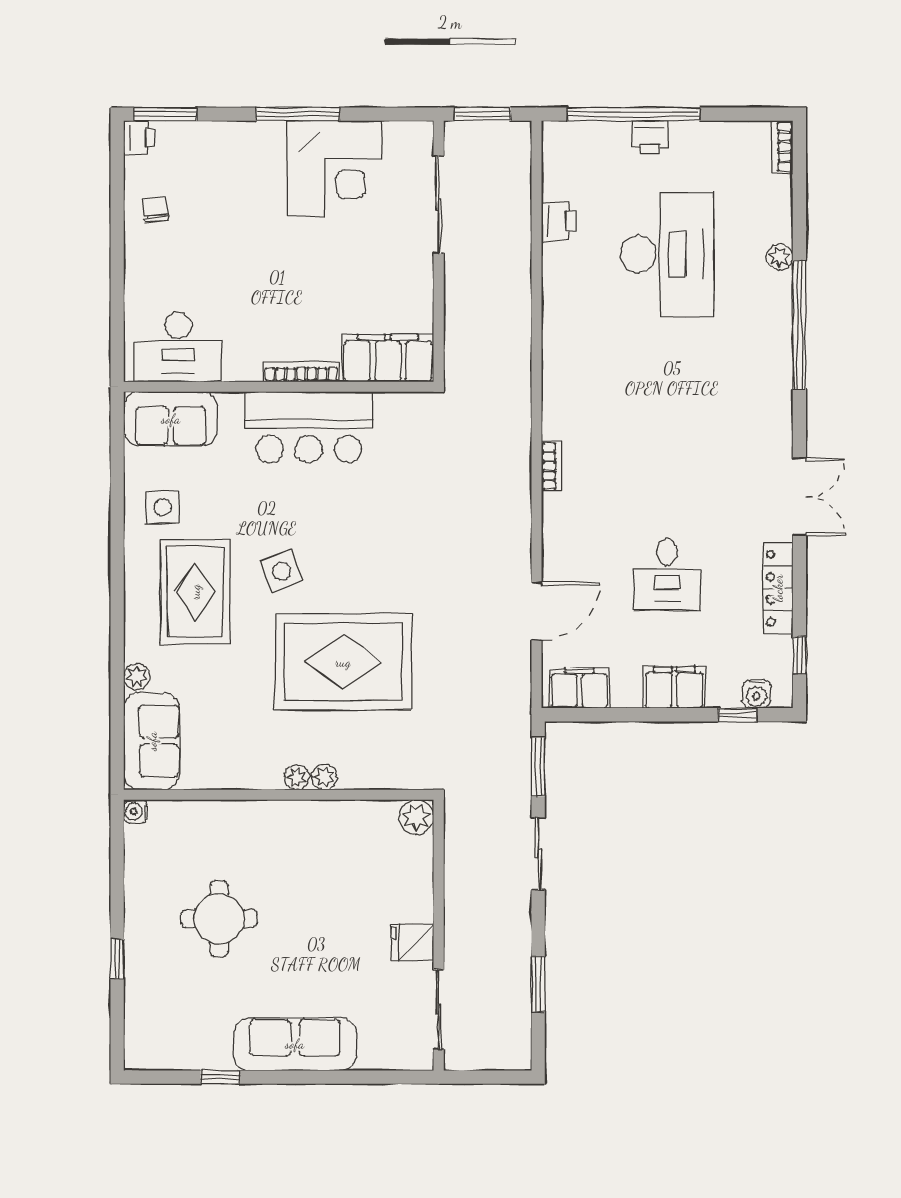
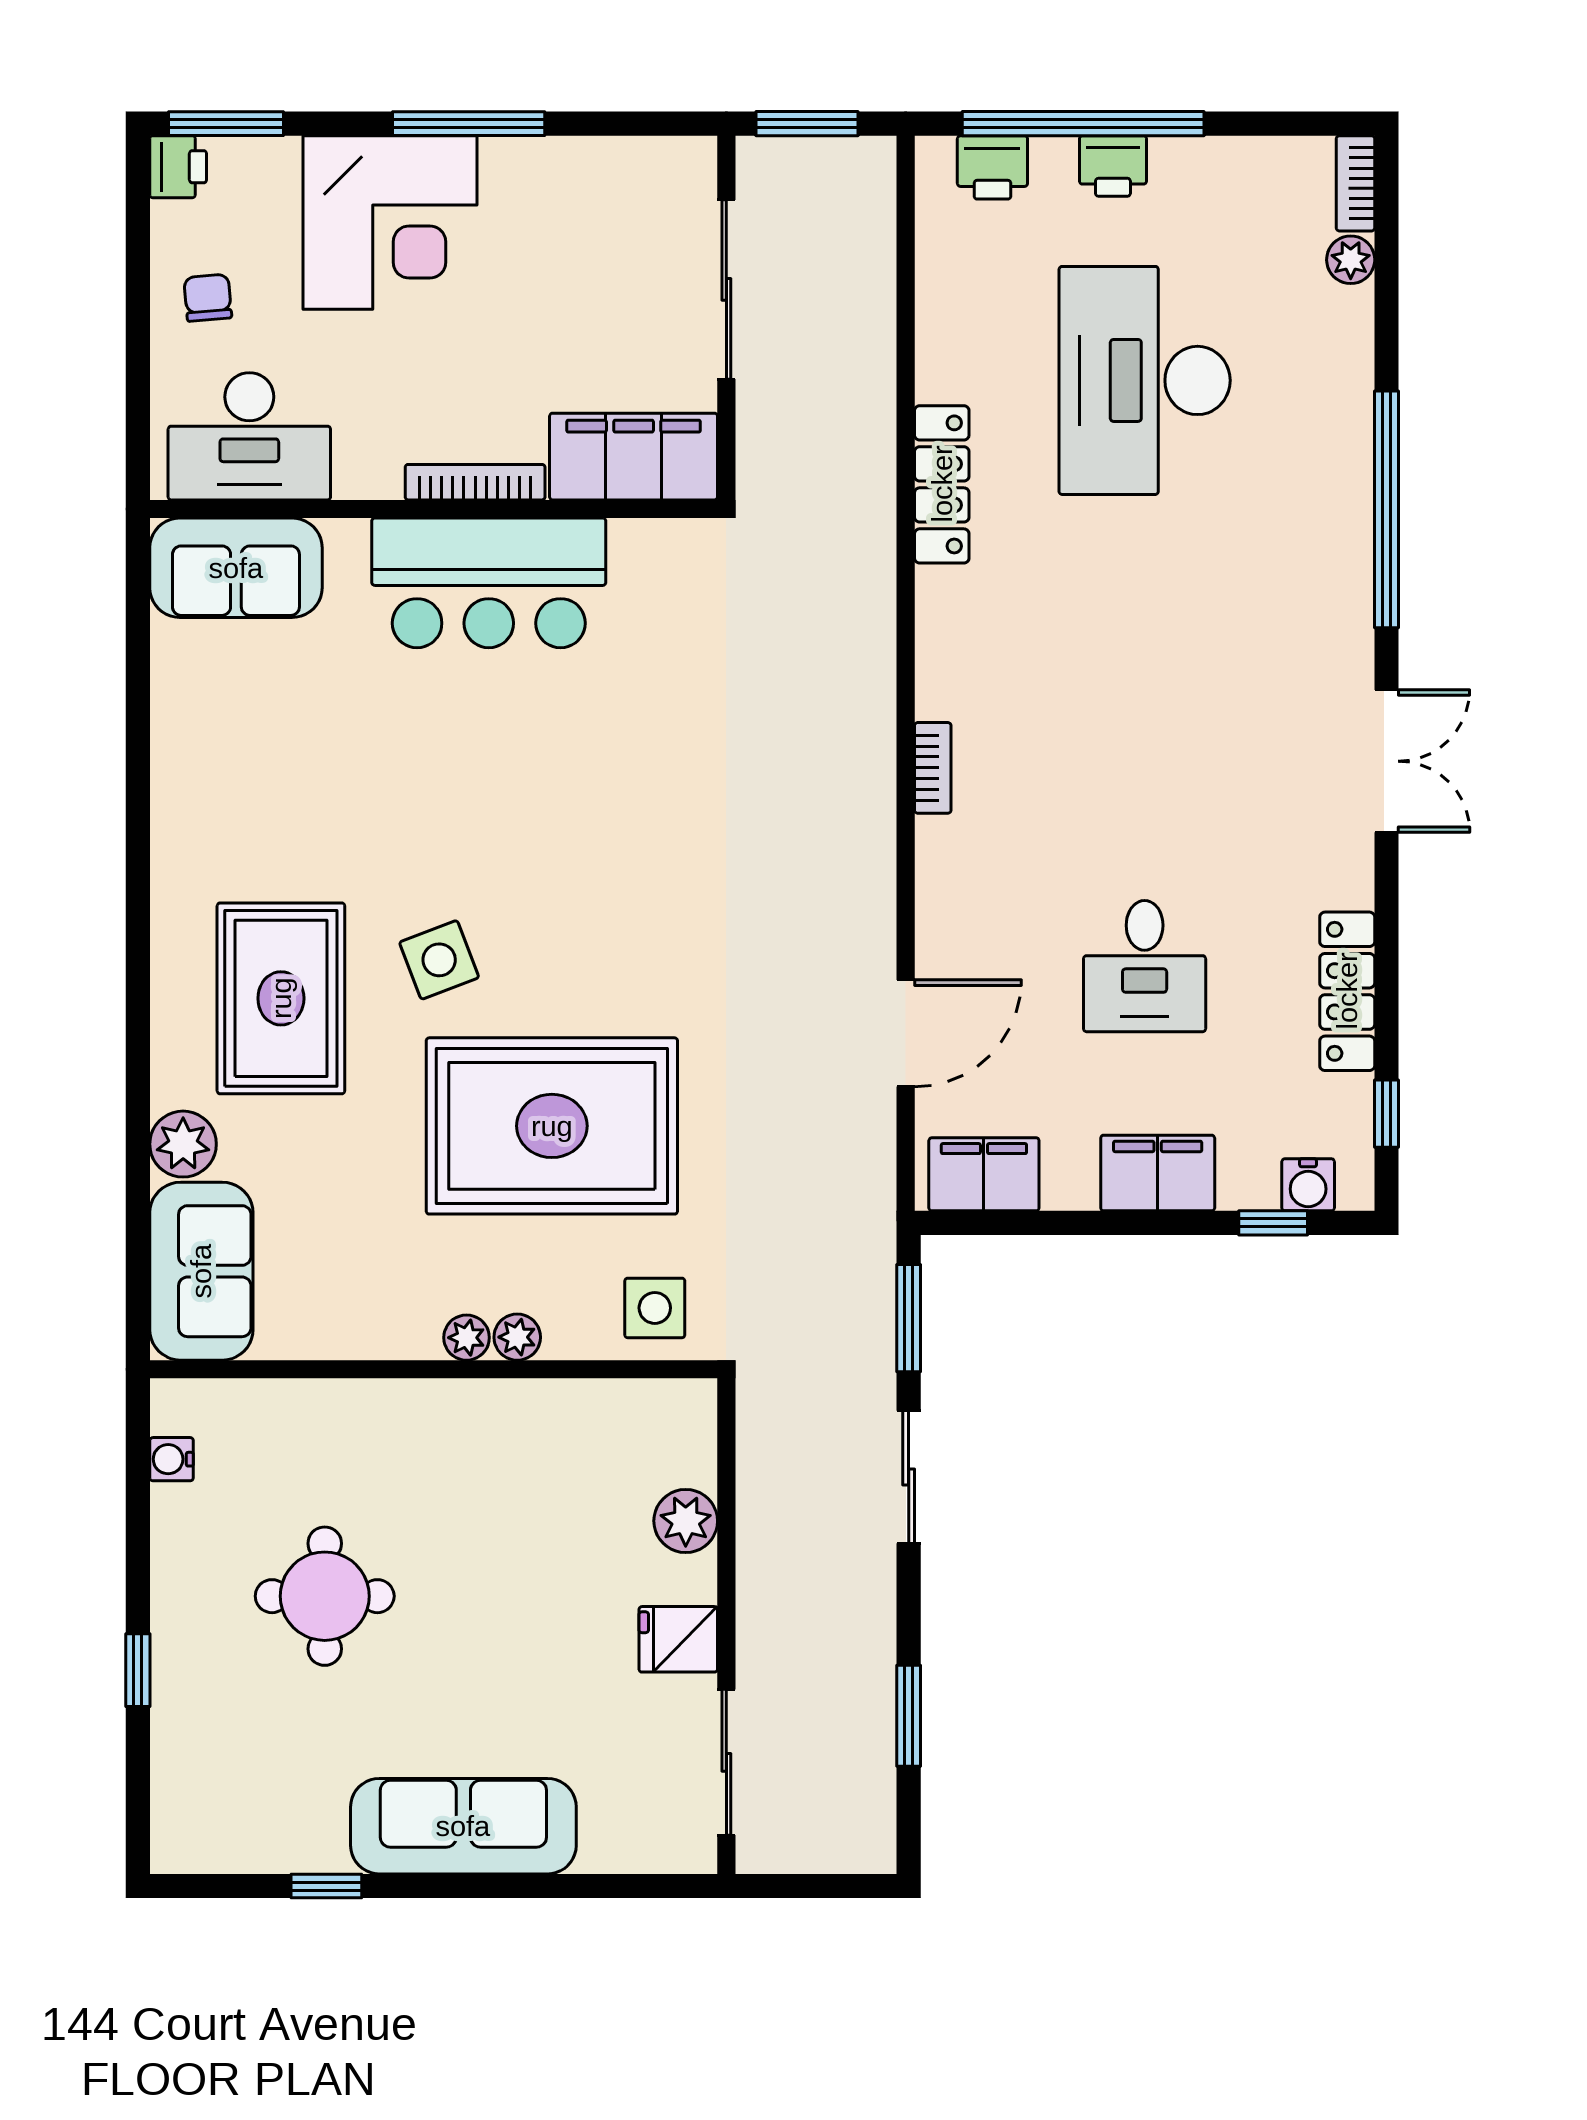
corner desk: (334, 168) -> (390, 222), moved
printer: (559, 221) -> (992, 167), moved, turned 90
desk: (667, 254) -> (1145, 380), turned 180
plant: (780, 257) -> (1351, 260), moved
locker: (556, 311) -> (942, 484), added
desk: (178, 347) -> (249, 436), moved
filing cabinet: (388, 358) -> (634, 457), moved
bookcase: (301, 372) -> (475, 482), moved
wall: (279, 387) -> (434, 509), moved
sofa: (171, 419) -> (236, 568), moved
bar counter: (309, 427) -> (489, 583), moved
double door: (799, 497) -> (1387, 761), moved
side table: (162, 507) -> (655, 1308), moved
plant: (137, 677) -> (183, 1144), width x1.38, depth x1.38
water cooler: (135, 811) -> (172, 1459), moved
plant: (416, 817) -> (686, 1521), moved

